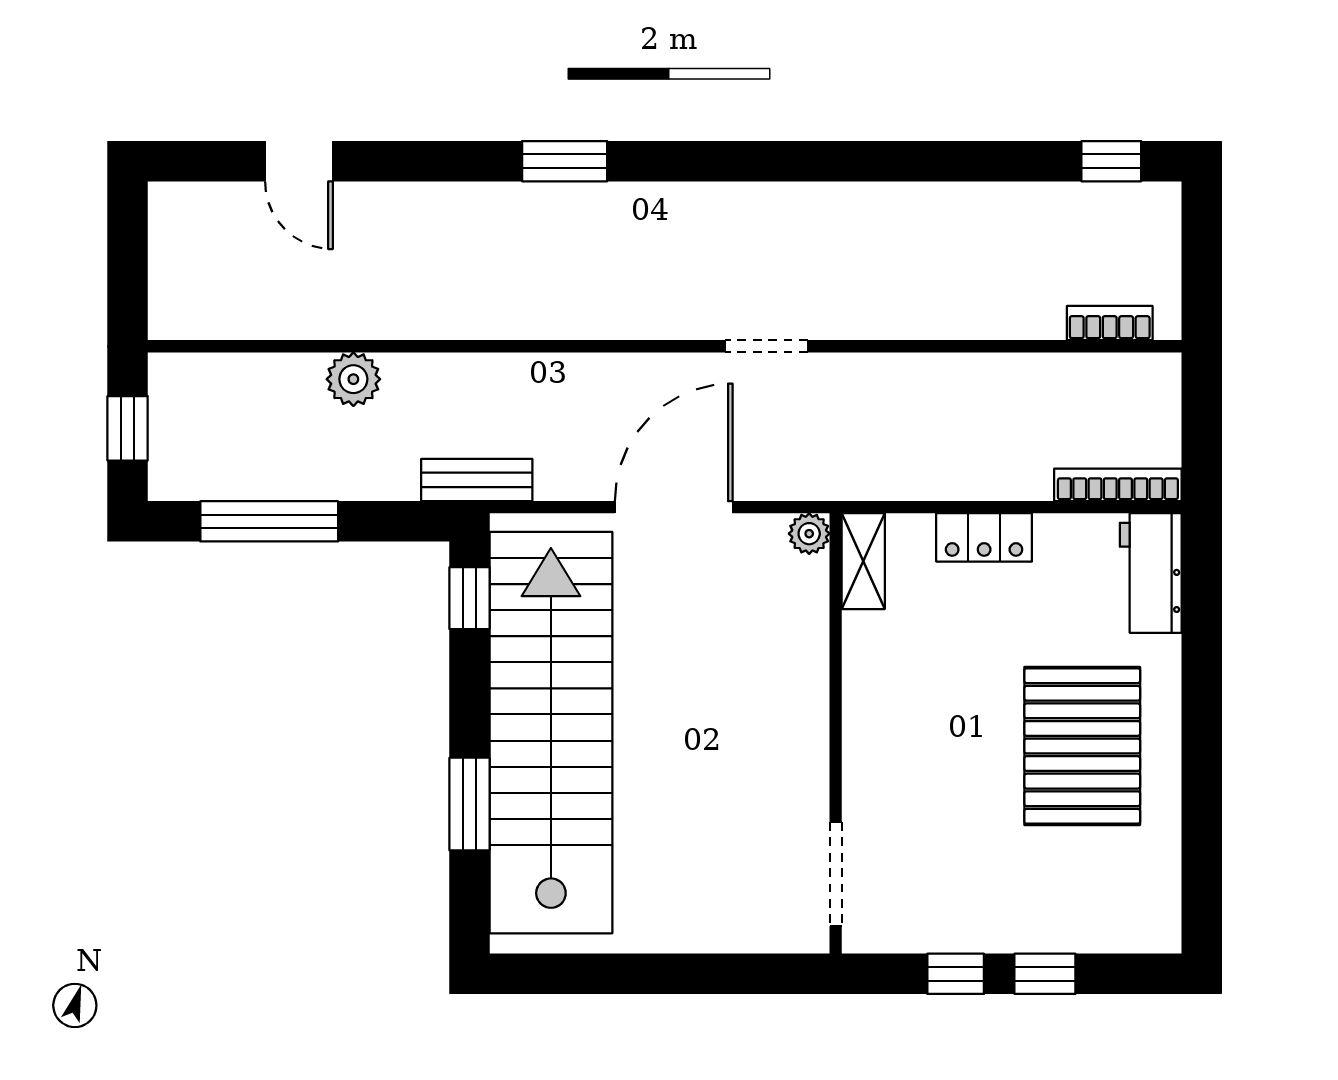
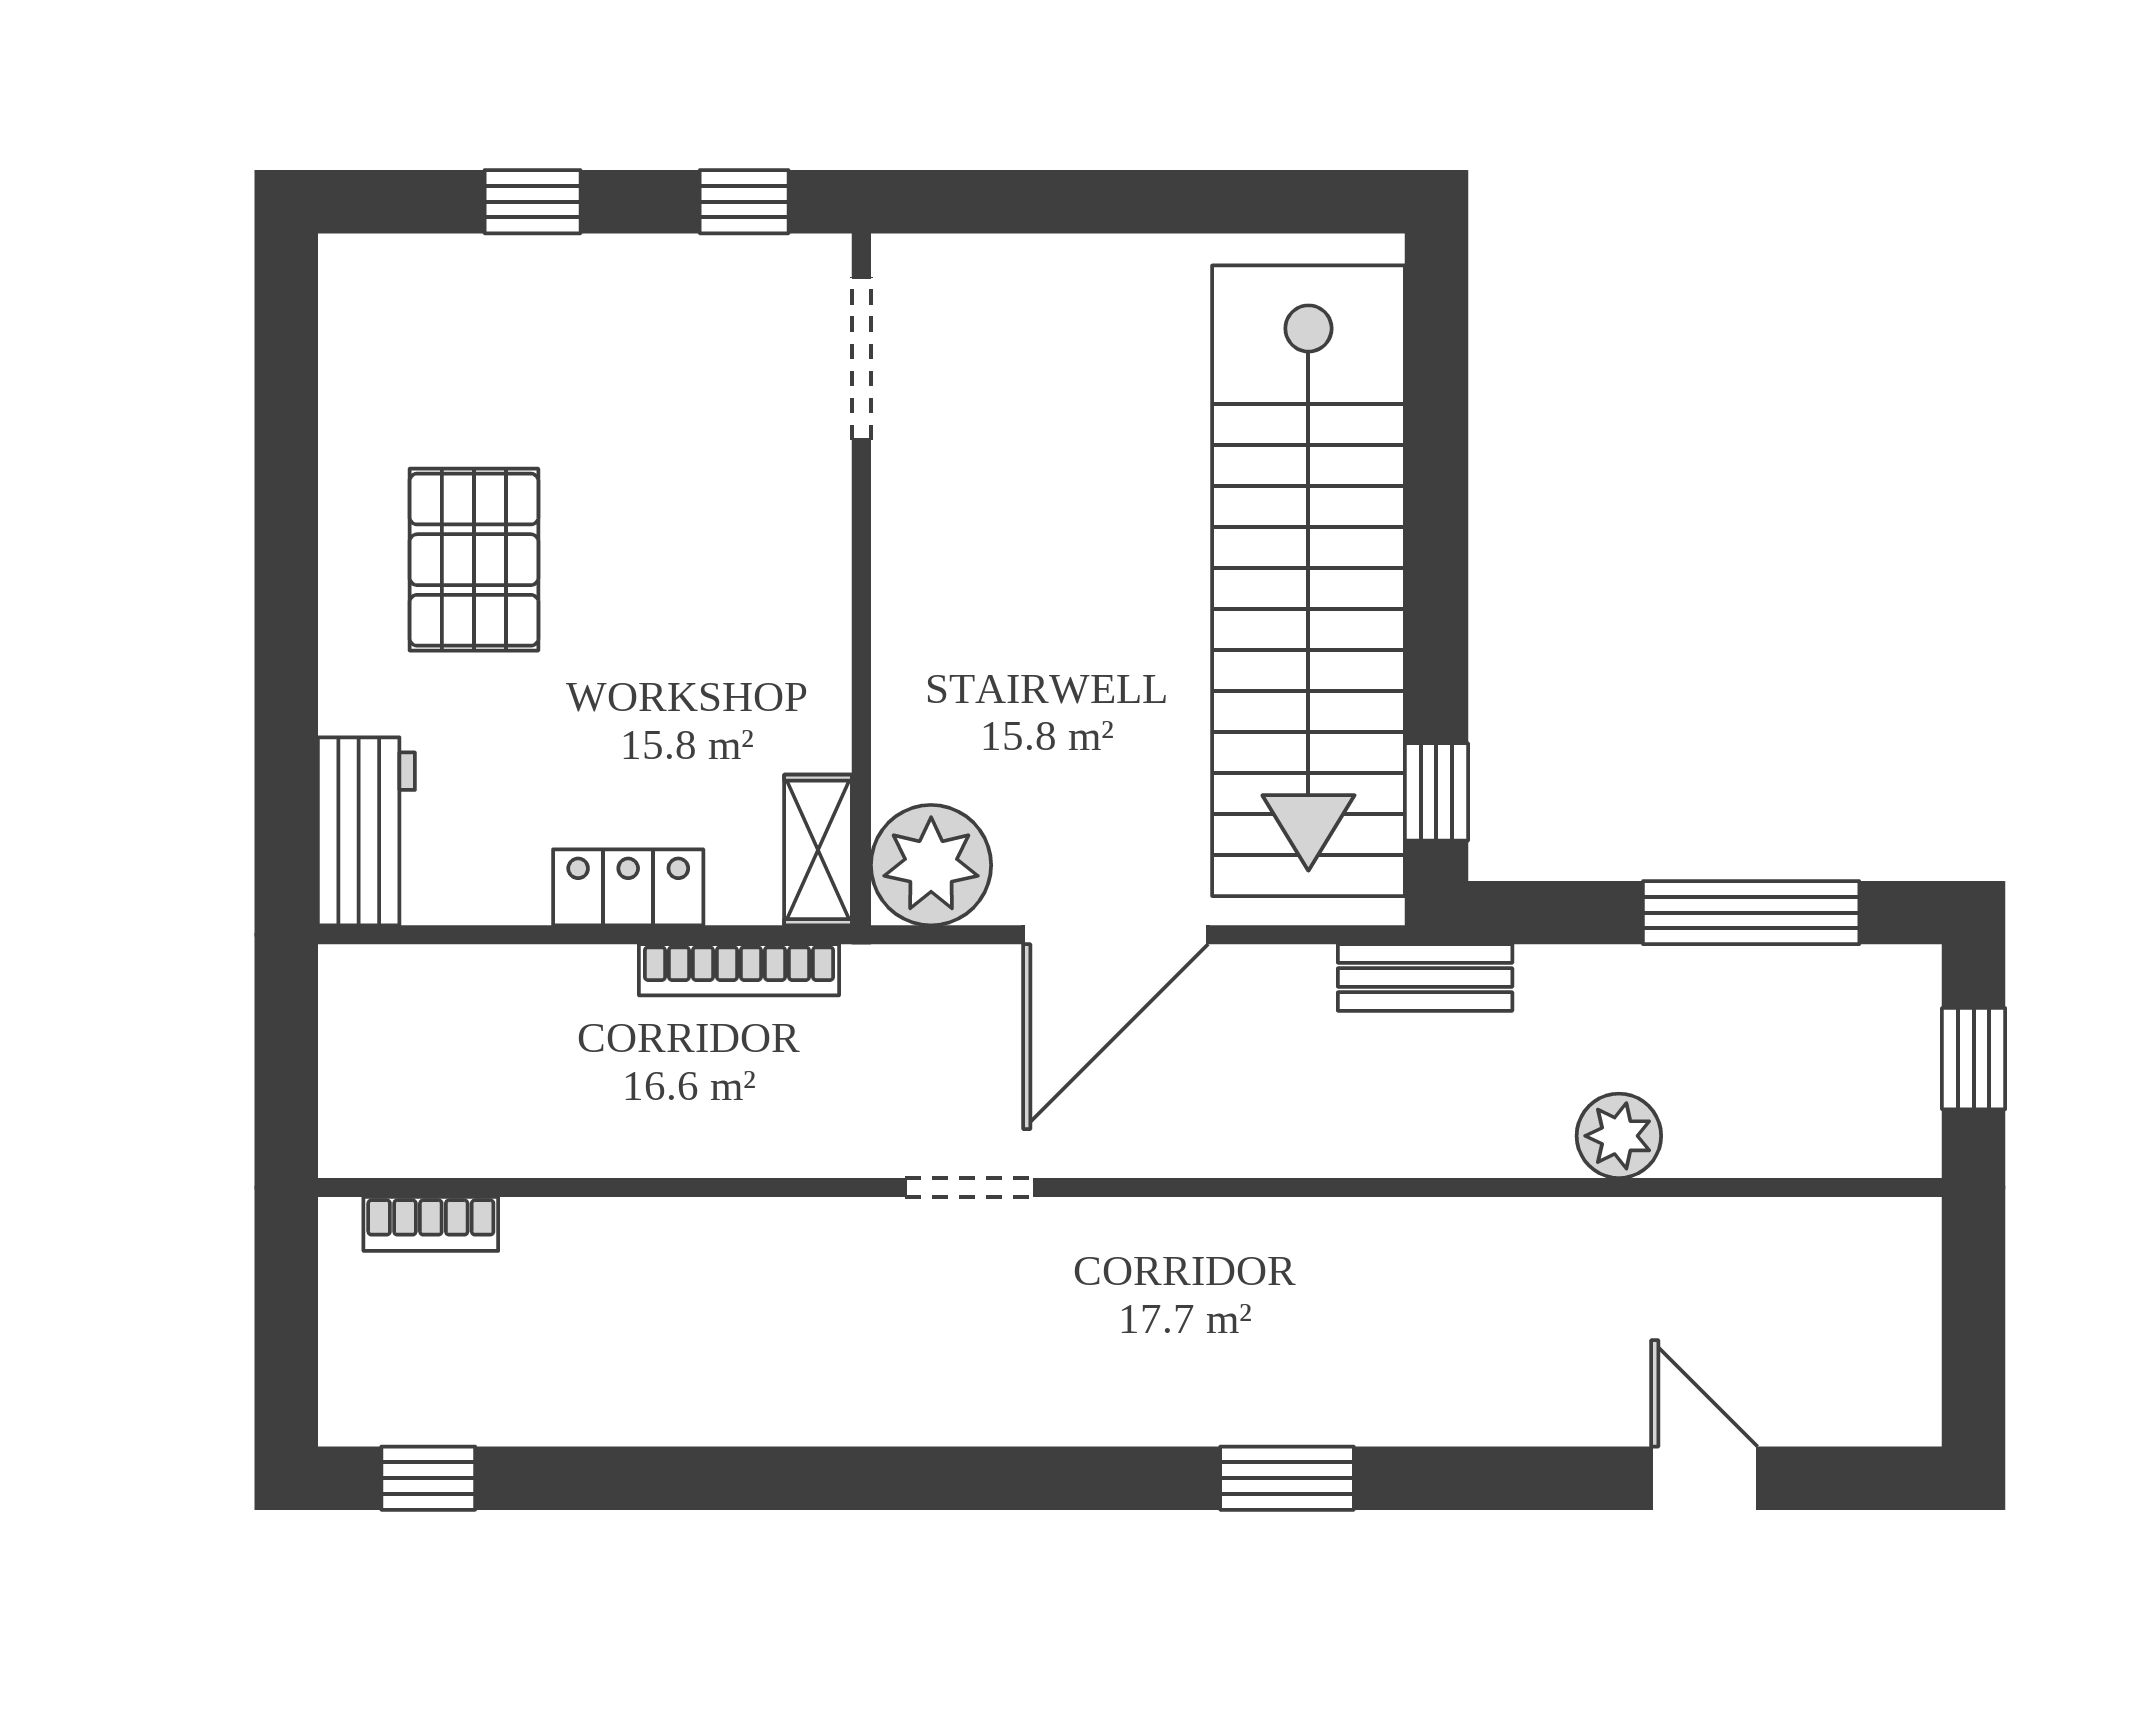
bookcase: (1118, 485) -> (739, 970), moved
plant: (809, 534) -> (931, 865), width x1.87, depth x1.87
pallet: (1082, 746) -> (474, 560), width x0.73, depth x0.71
window: (470, 804) -> (1436, 468), removed
window: (956, 974) -> (744, 202), moved

